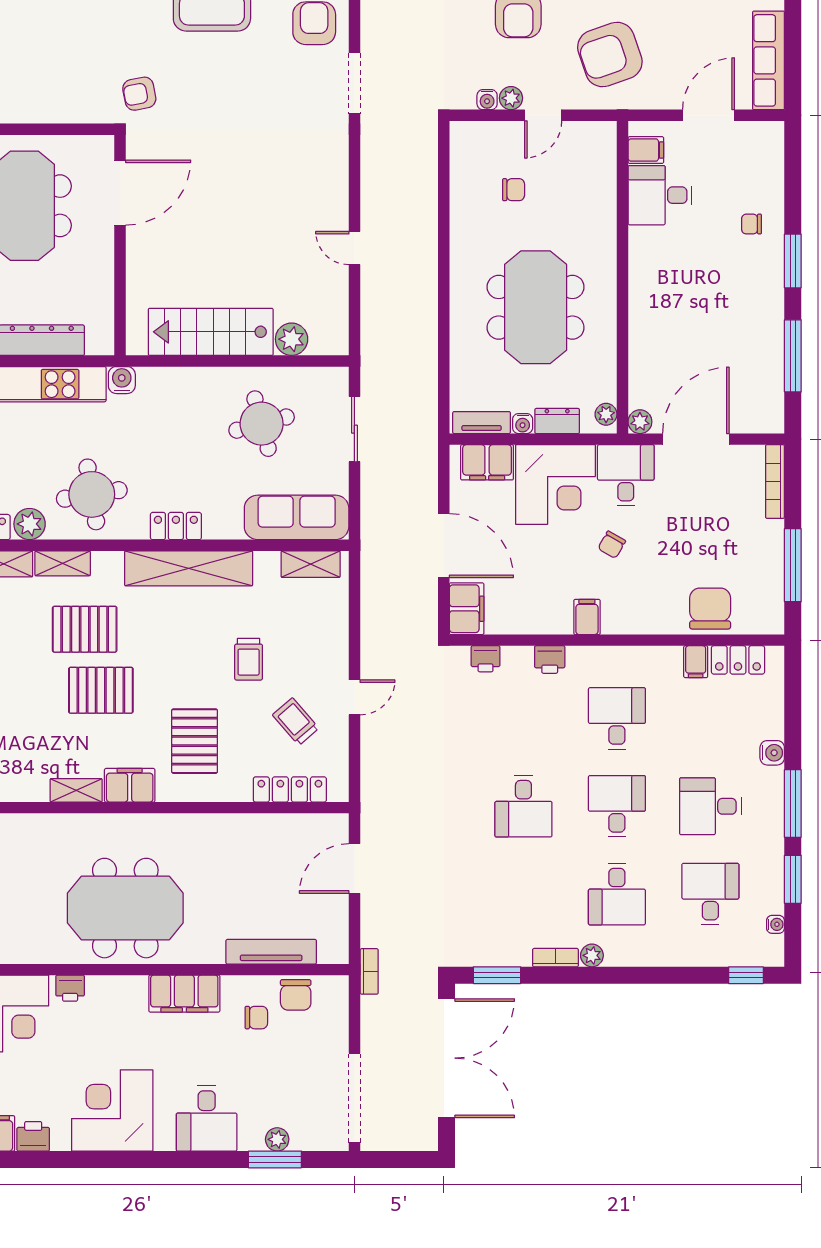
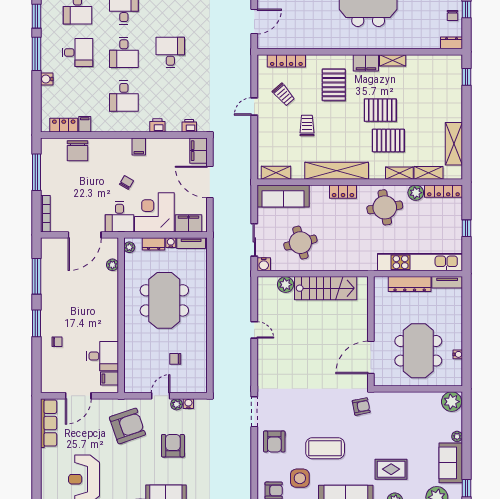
water cooler: (122, 380) -> (264, 264), moved
plant: (640, 422) -> (112, 265), moved

